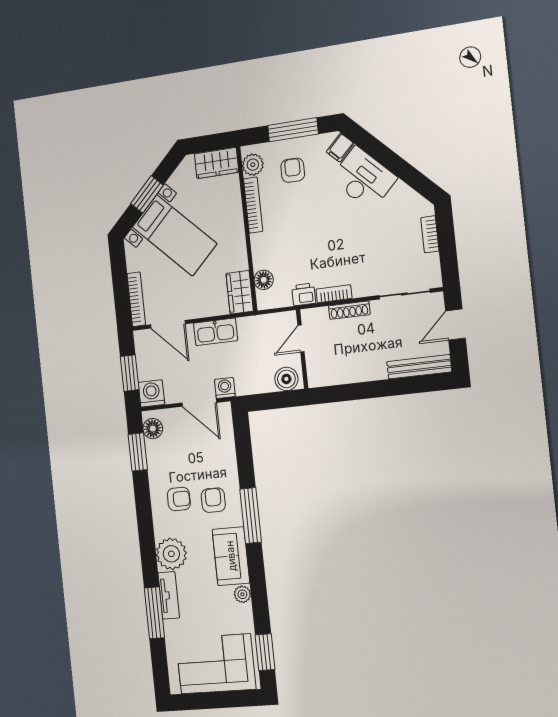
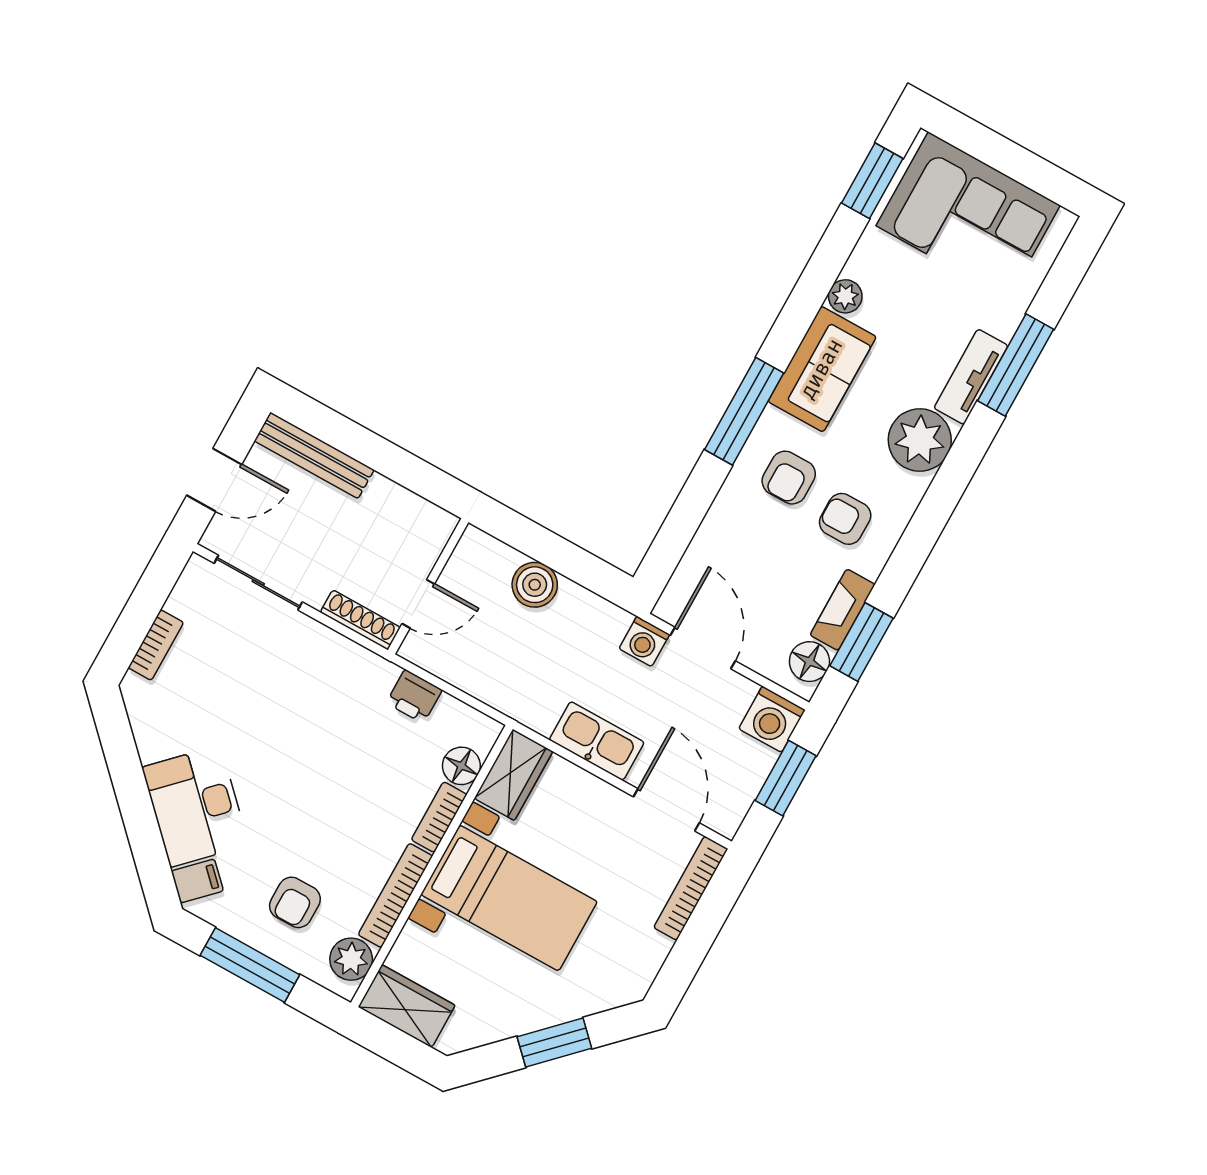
bed with nightstands: (174, 235) -> (509, 898), moved, turned 135
bookcase: (334, 294) -> (439, 817), moved, turned 90
door: (301, 339) -> (418, 604), moved
wall: (302, 349) -> (428, 586), moved
fireplace: (154, 460) -> (843, 610), added

